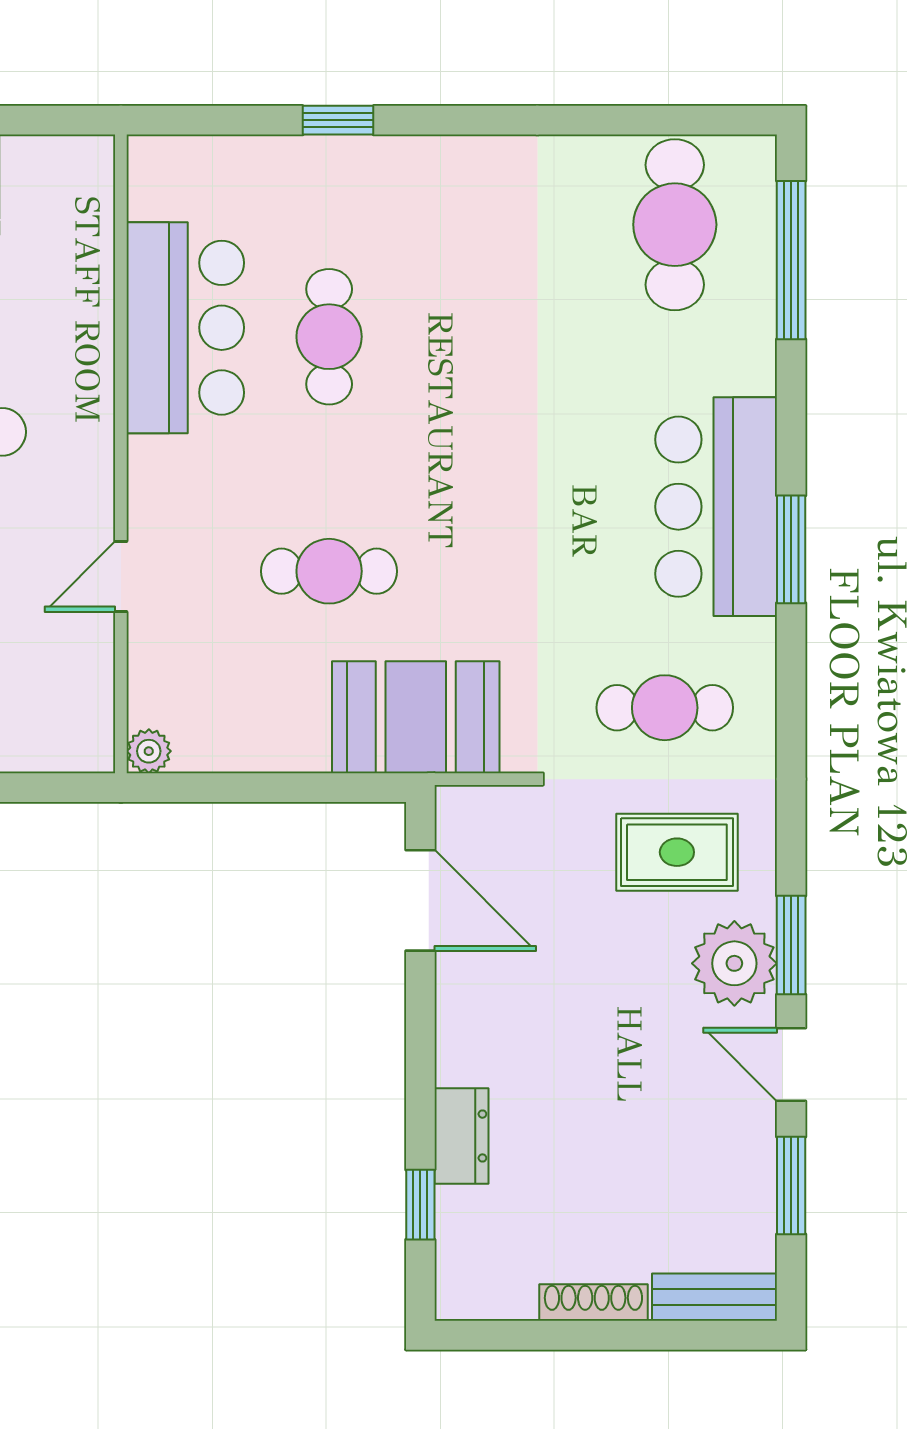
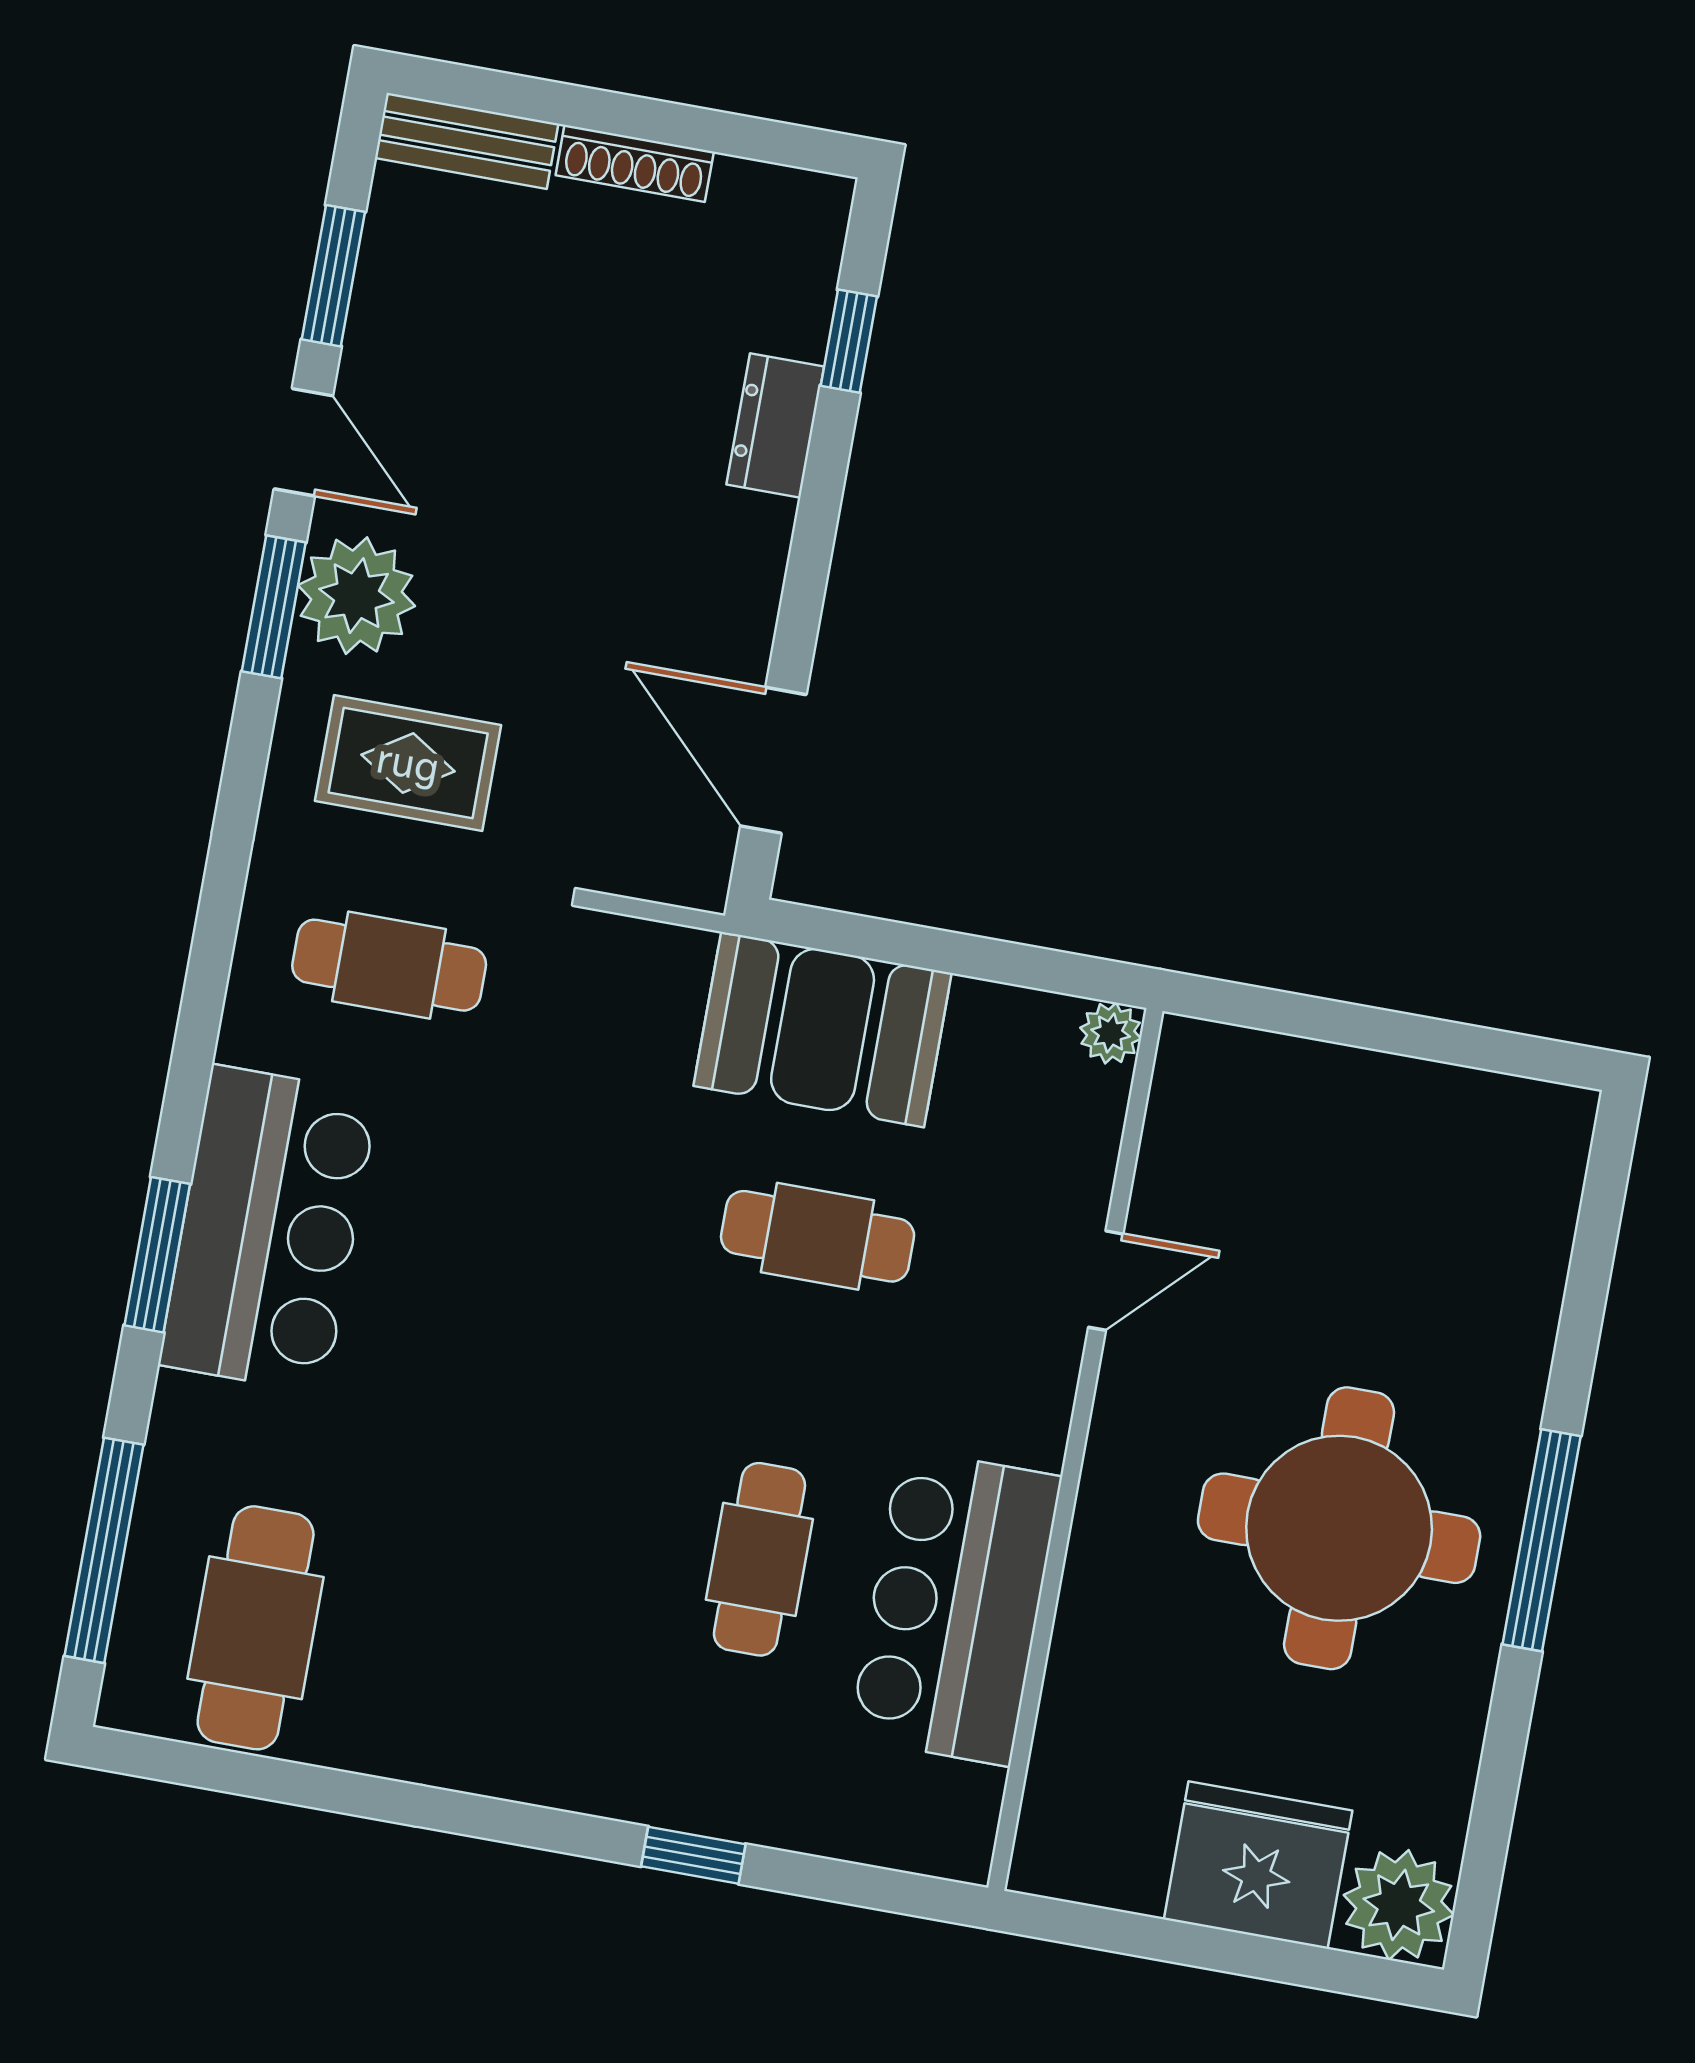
window: (791, 549) -> (157, 1255), moved
booth: (416, 717) -> (823, 1029), moved

